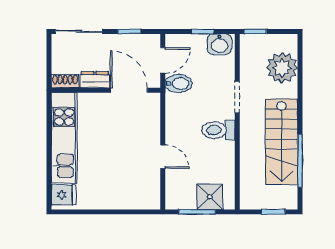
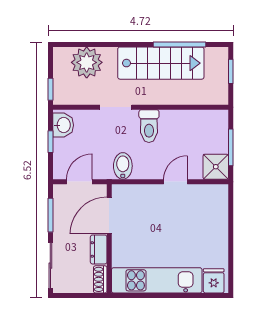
window: (129, 31) -> (50, 215), width x1.50
door: (163, 60) -> (79, 182), hinge flipped
bidet: (179, 84) -> (123, 166), moved
shower: (210, 197) -> (216, 167), moved

